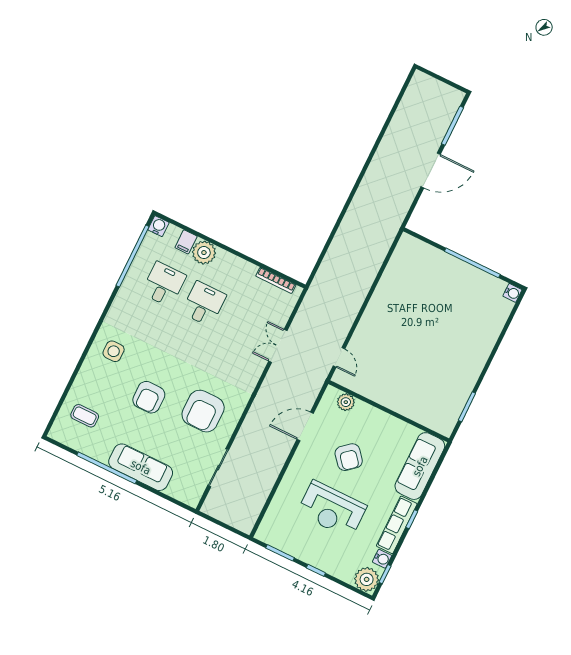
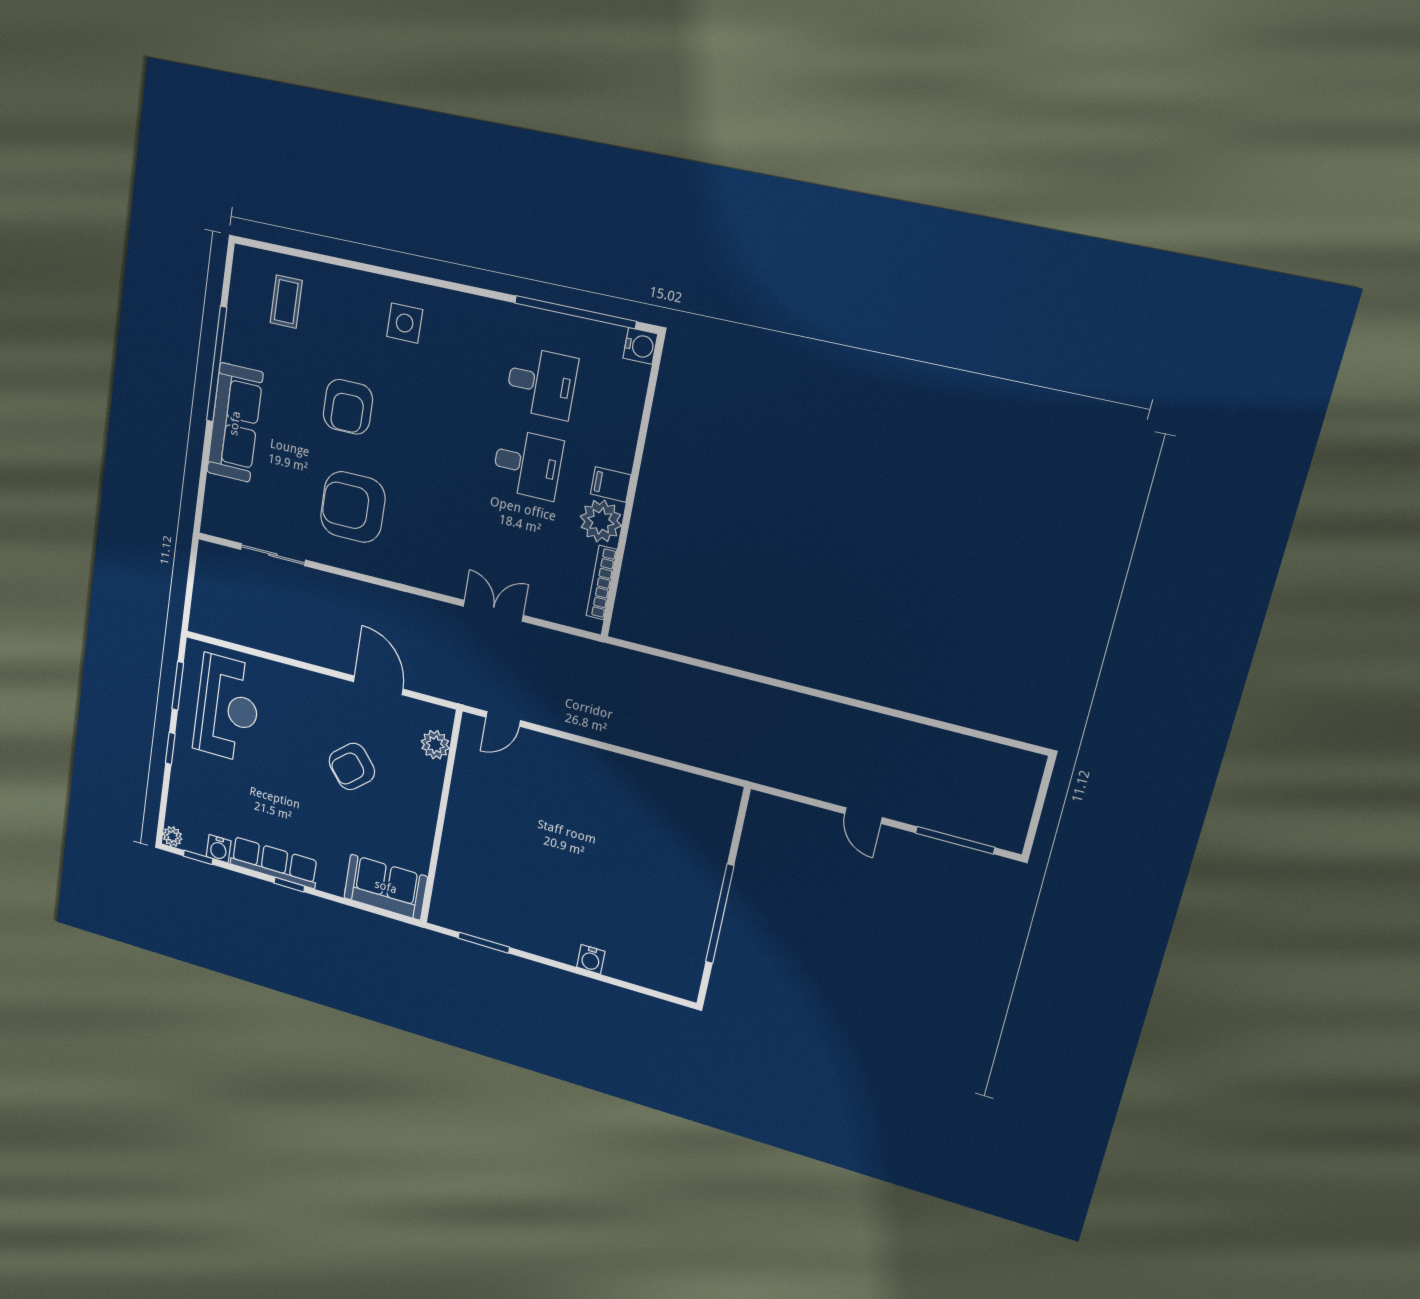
door: (431, 171) -> (863, 816), width x0.53
filing cabinet: (186, 242) -> (611, 484), moved
plant: (204, 253) -> (601, 521), moved
water cooler: (512, 293) -> (591, 959), moved
armchair: (149, 397) -> (348, 407), turned -90
sofa: (420, 466) -> (386, 887), width x0.73
reception desk: (332, 509) -> (227, 708), moved, turned 180
plant: (367, 579) -> (172, 836), width x0.53, depth x0.53

